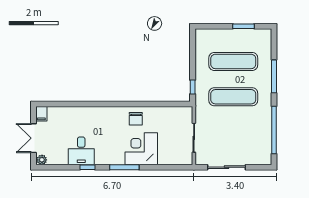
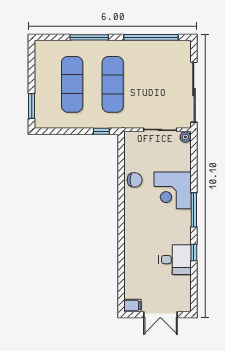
window: (243, 26) -> (32, 106), moved
chair: (136, 119) -> (135, 180), moved
plant: (42, 160) -> (185, 137), moved
sliding door: (226, 167) -> (194, 92), width x1.36

